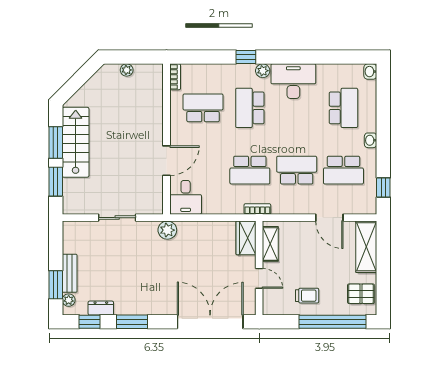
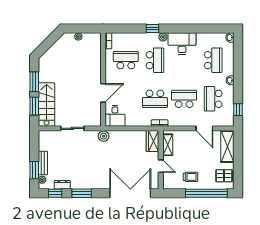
school desk: (250, 108) -> (155, 60), turned 180
stairs: (76, 142) -> (47, 105), moved
school desk: (343, 170) -> (213, 99), turned 90

